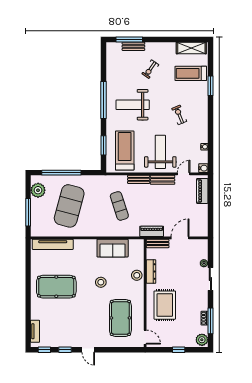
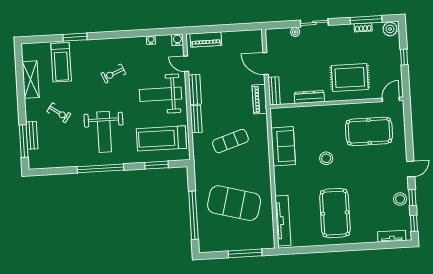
shelving: (191, 48) -> (31, 80), moved
plant: (38, 190) -> (217, 243), removed
stool: (137, 275) -> (400, 199), moved

